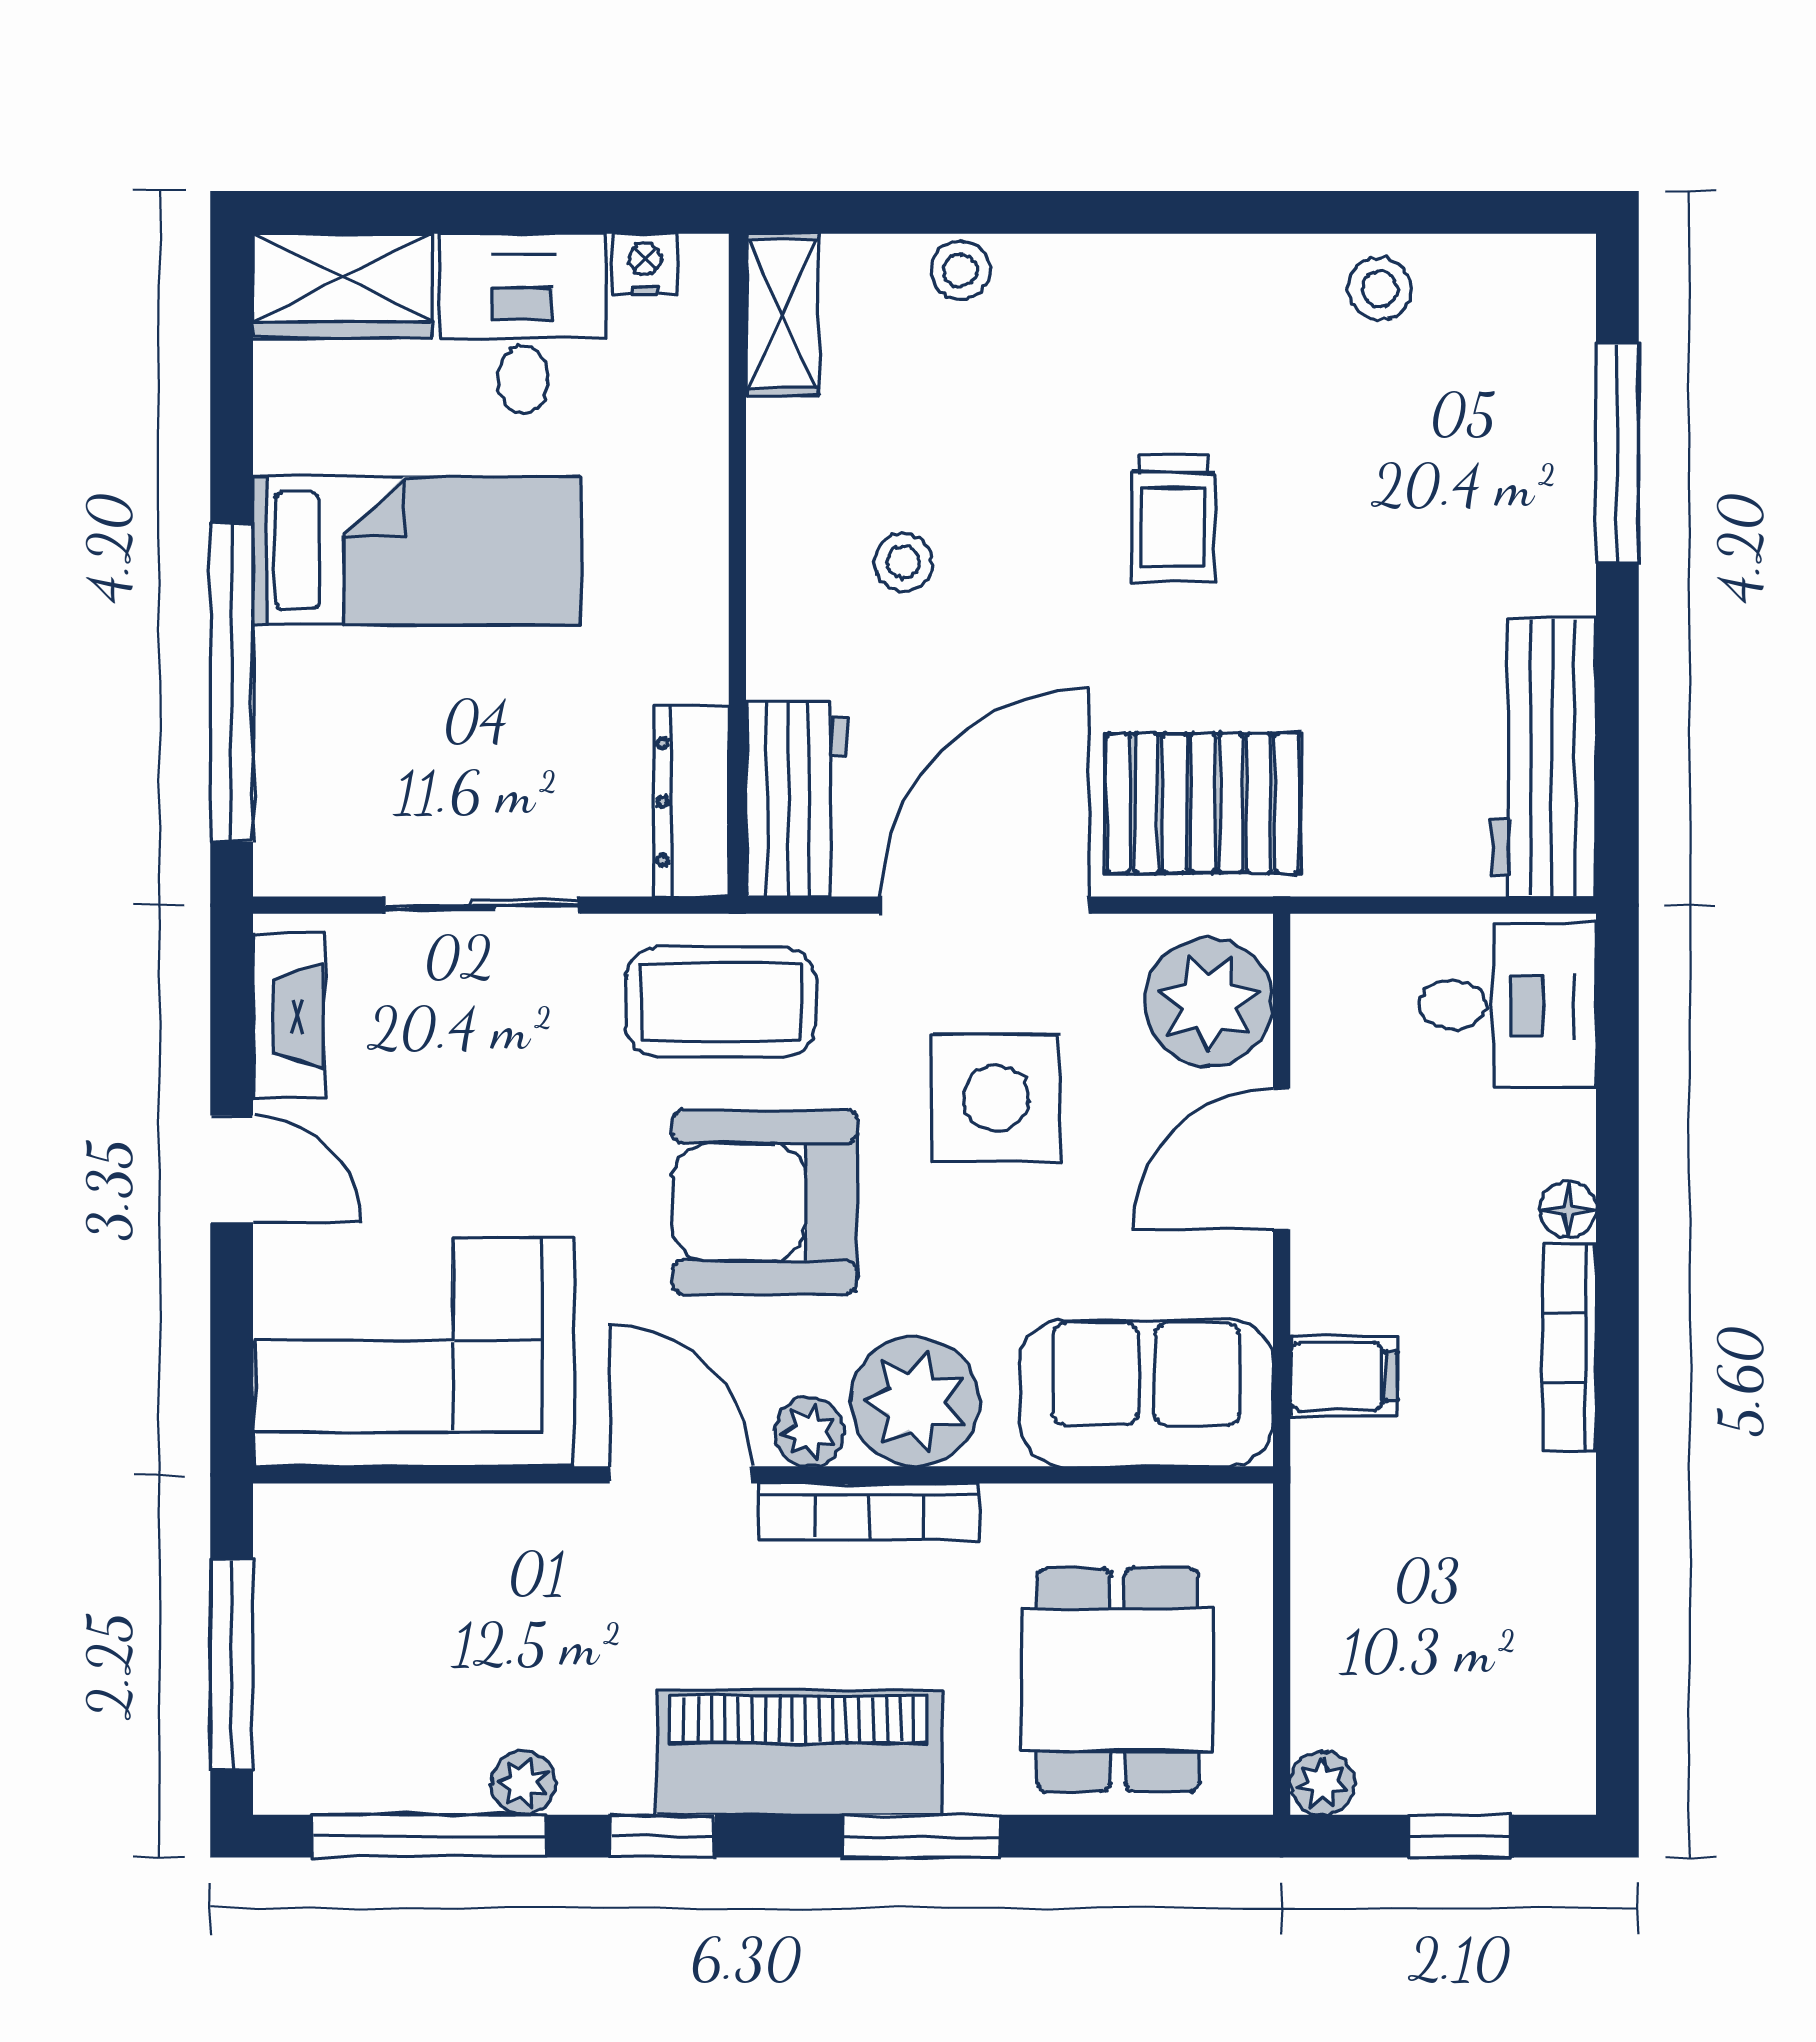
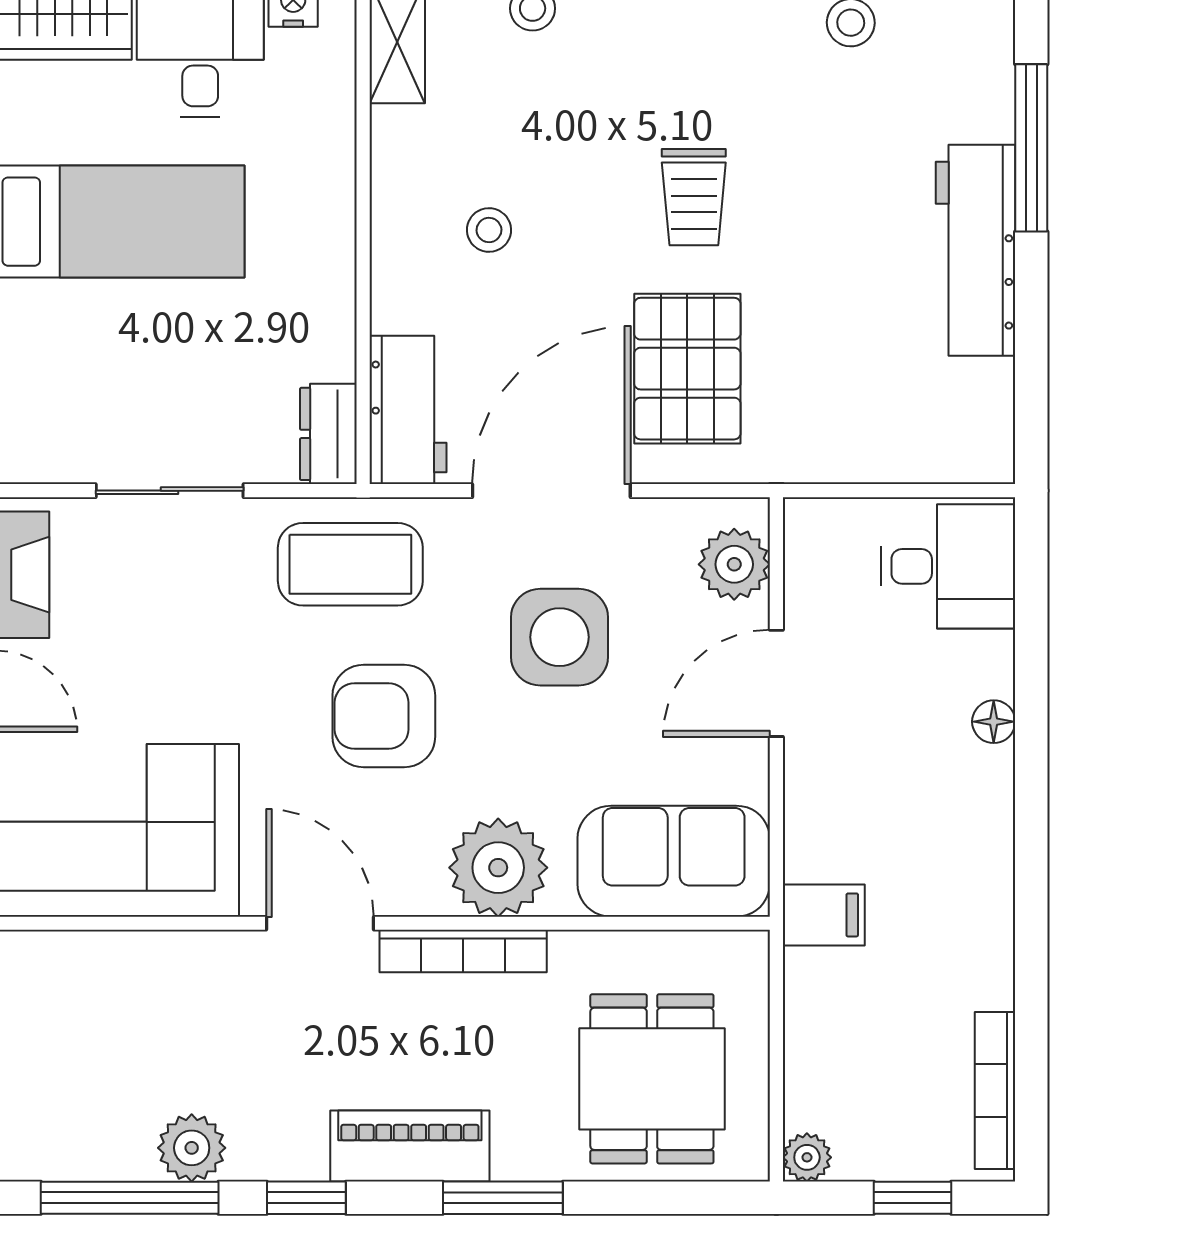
workbench: (1544, 758) -> (976, 250), moved
dresser: (692, 802) -> (328, 434), width x0.70
pallet: (1203, 803) -> (687, 369), moved, turned 90
plant: (1209, 1002) -> (734, 564), width x0.73, depth x0.73
armchair: (765, 1202) -> (384, 716), width x0.73, depth x0.73
bookcase: (1570, 1348) -> (995, 1091), moved
filing cabinet: (1344, 1376) -> (824, 915), moved
plant: (809, 1432) -> (418, 891), removed
piano: (799, 1753) -> (410, 1146), width x0.73, depth x0.75
plant: (524, 1783) -> (192, 1148), width x1.38, depth x1.38

